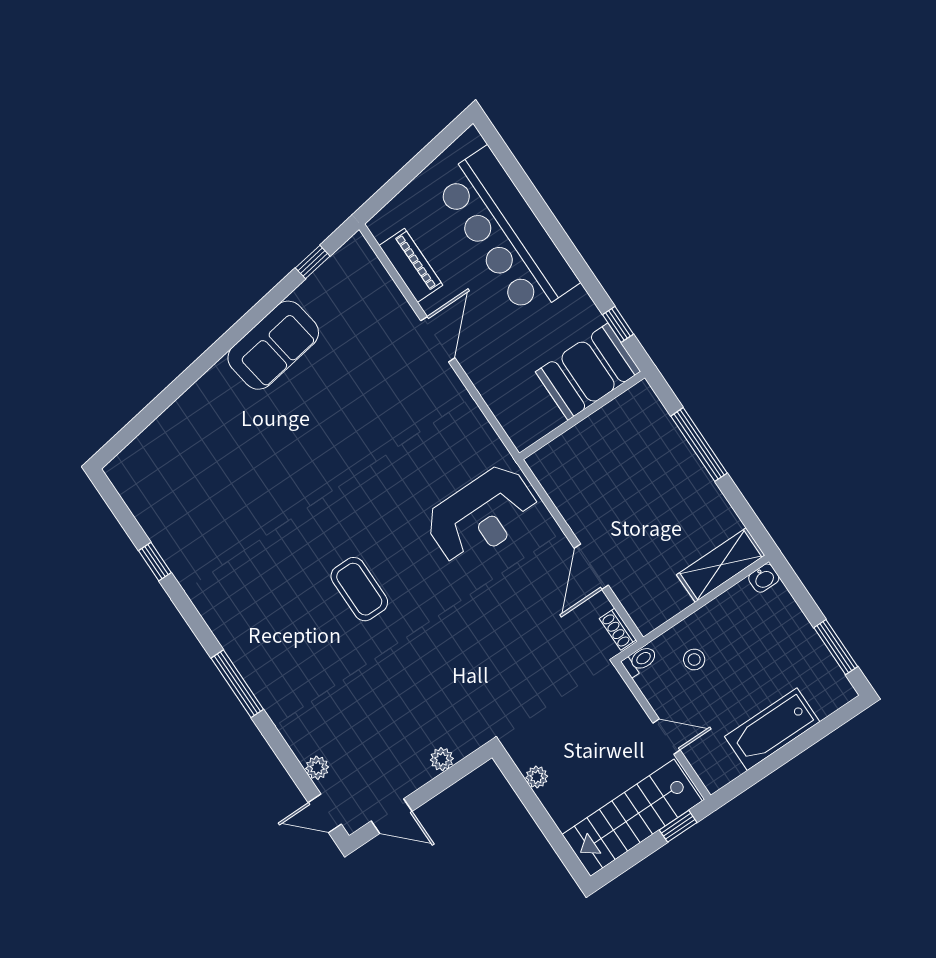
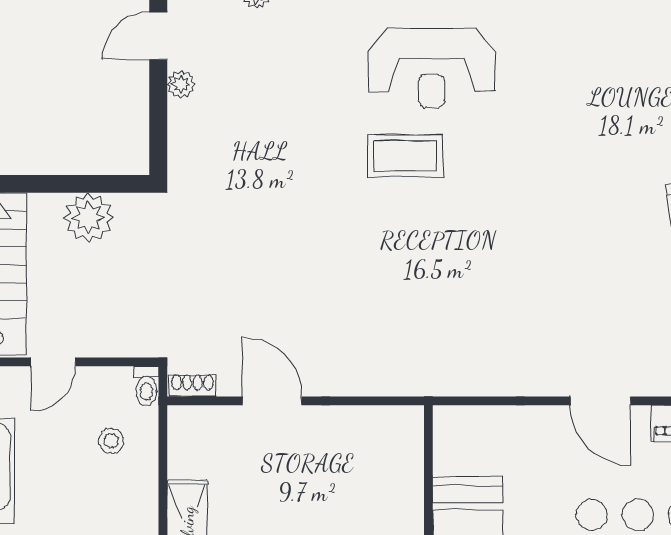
reception desk: (482, 515) -> (432, 68), moved, turned -90
plant: (442, 759) -> (181, 84), moved
plant: (537, 777) -> (88, 218), width x1.88, depth x1.88

